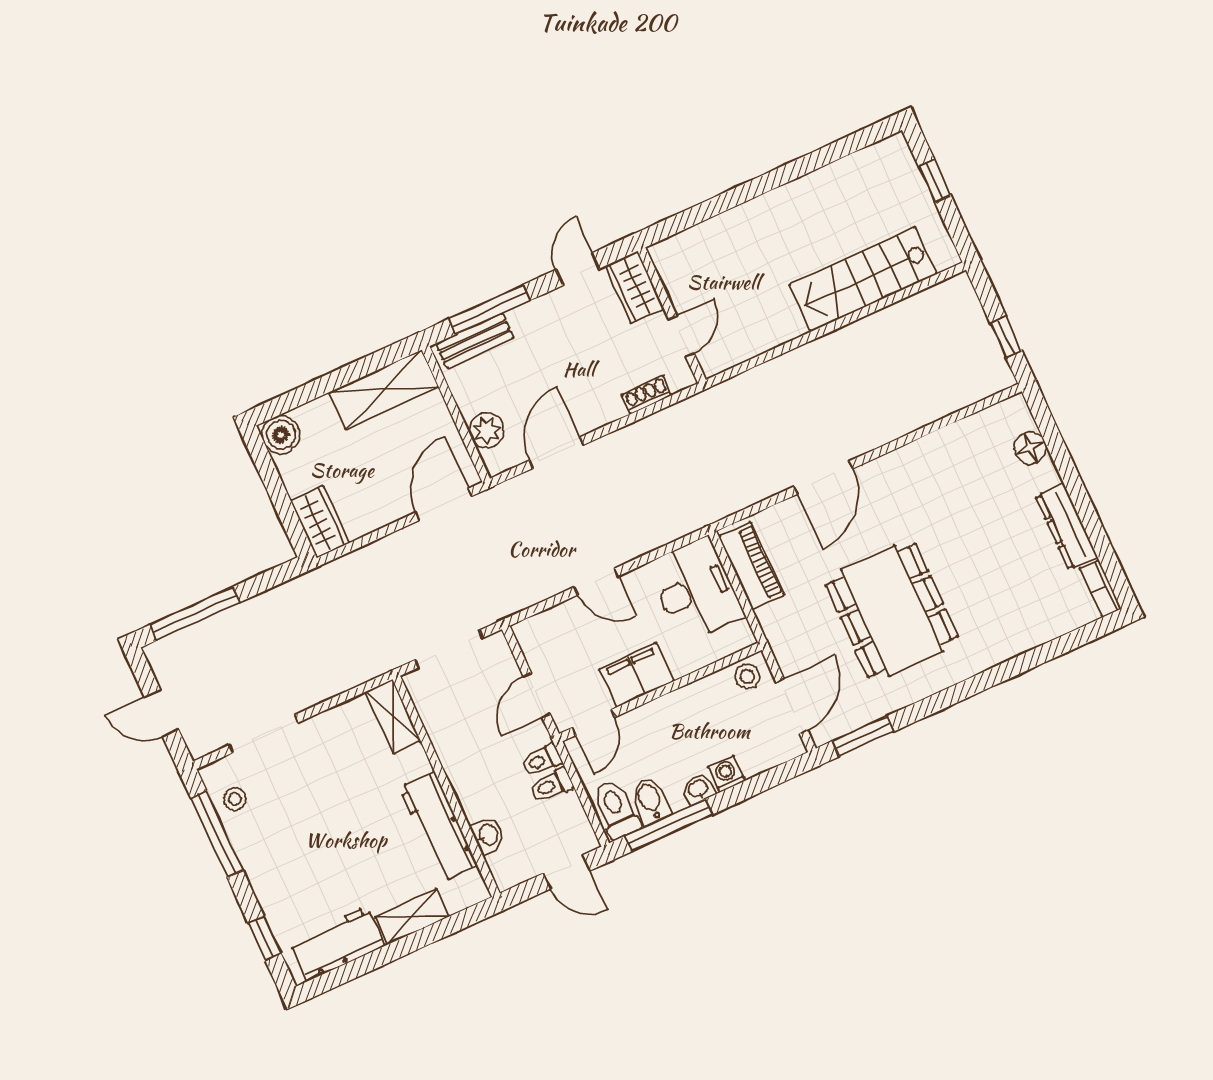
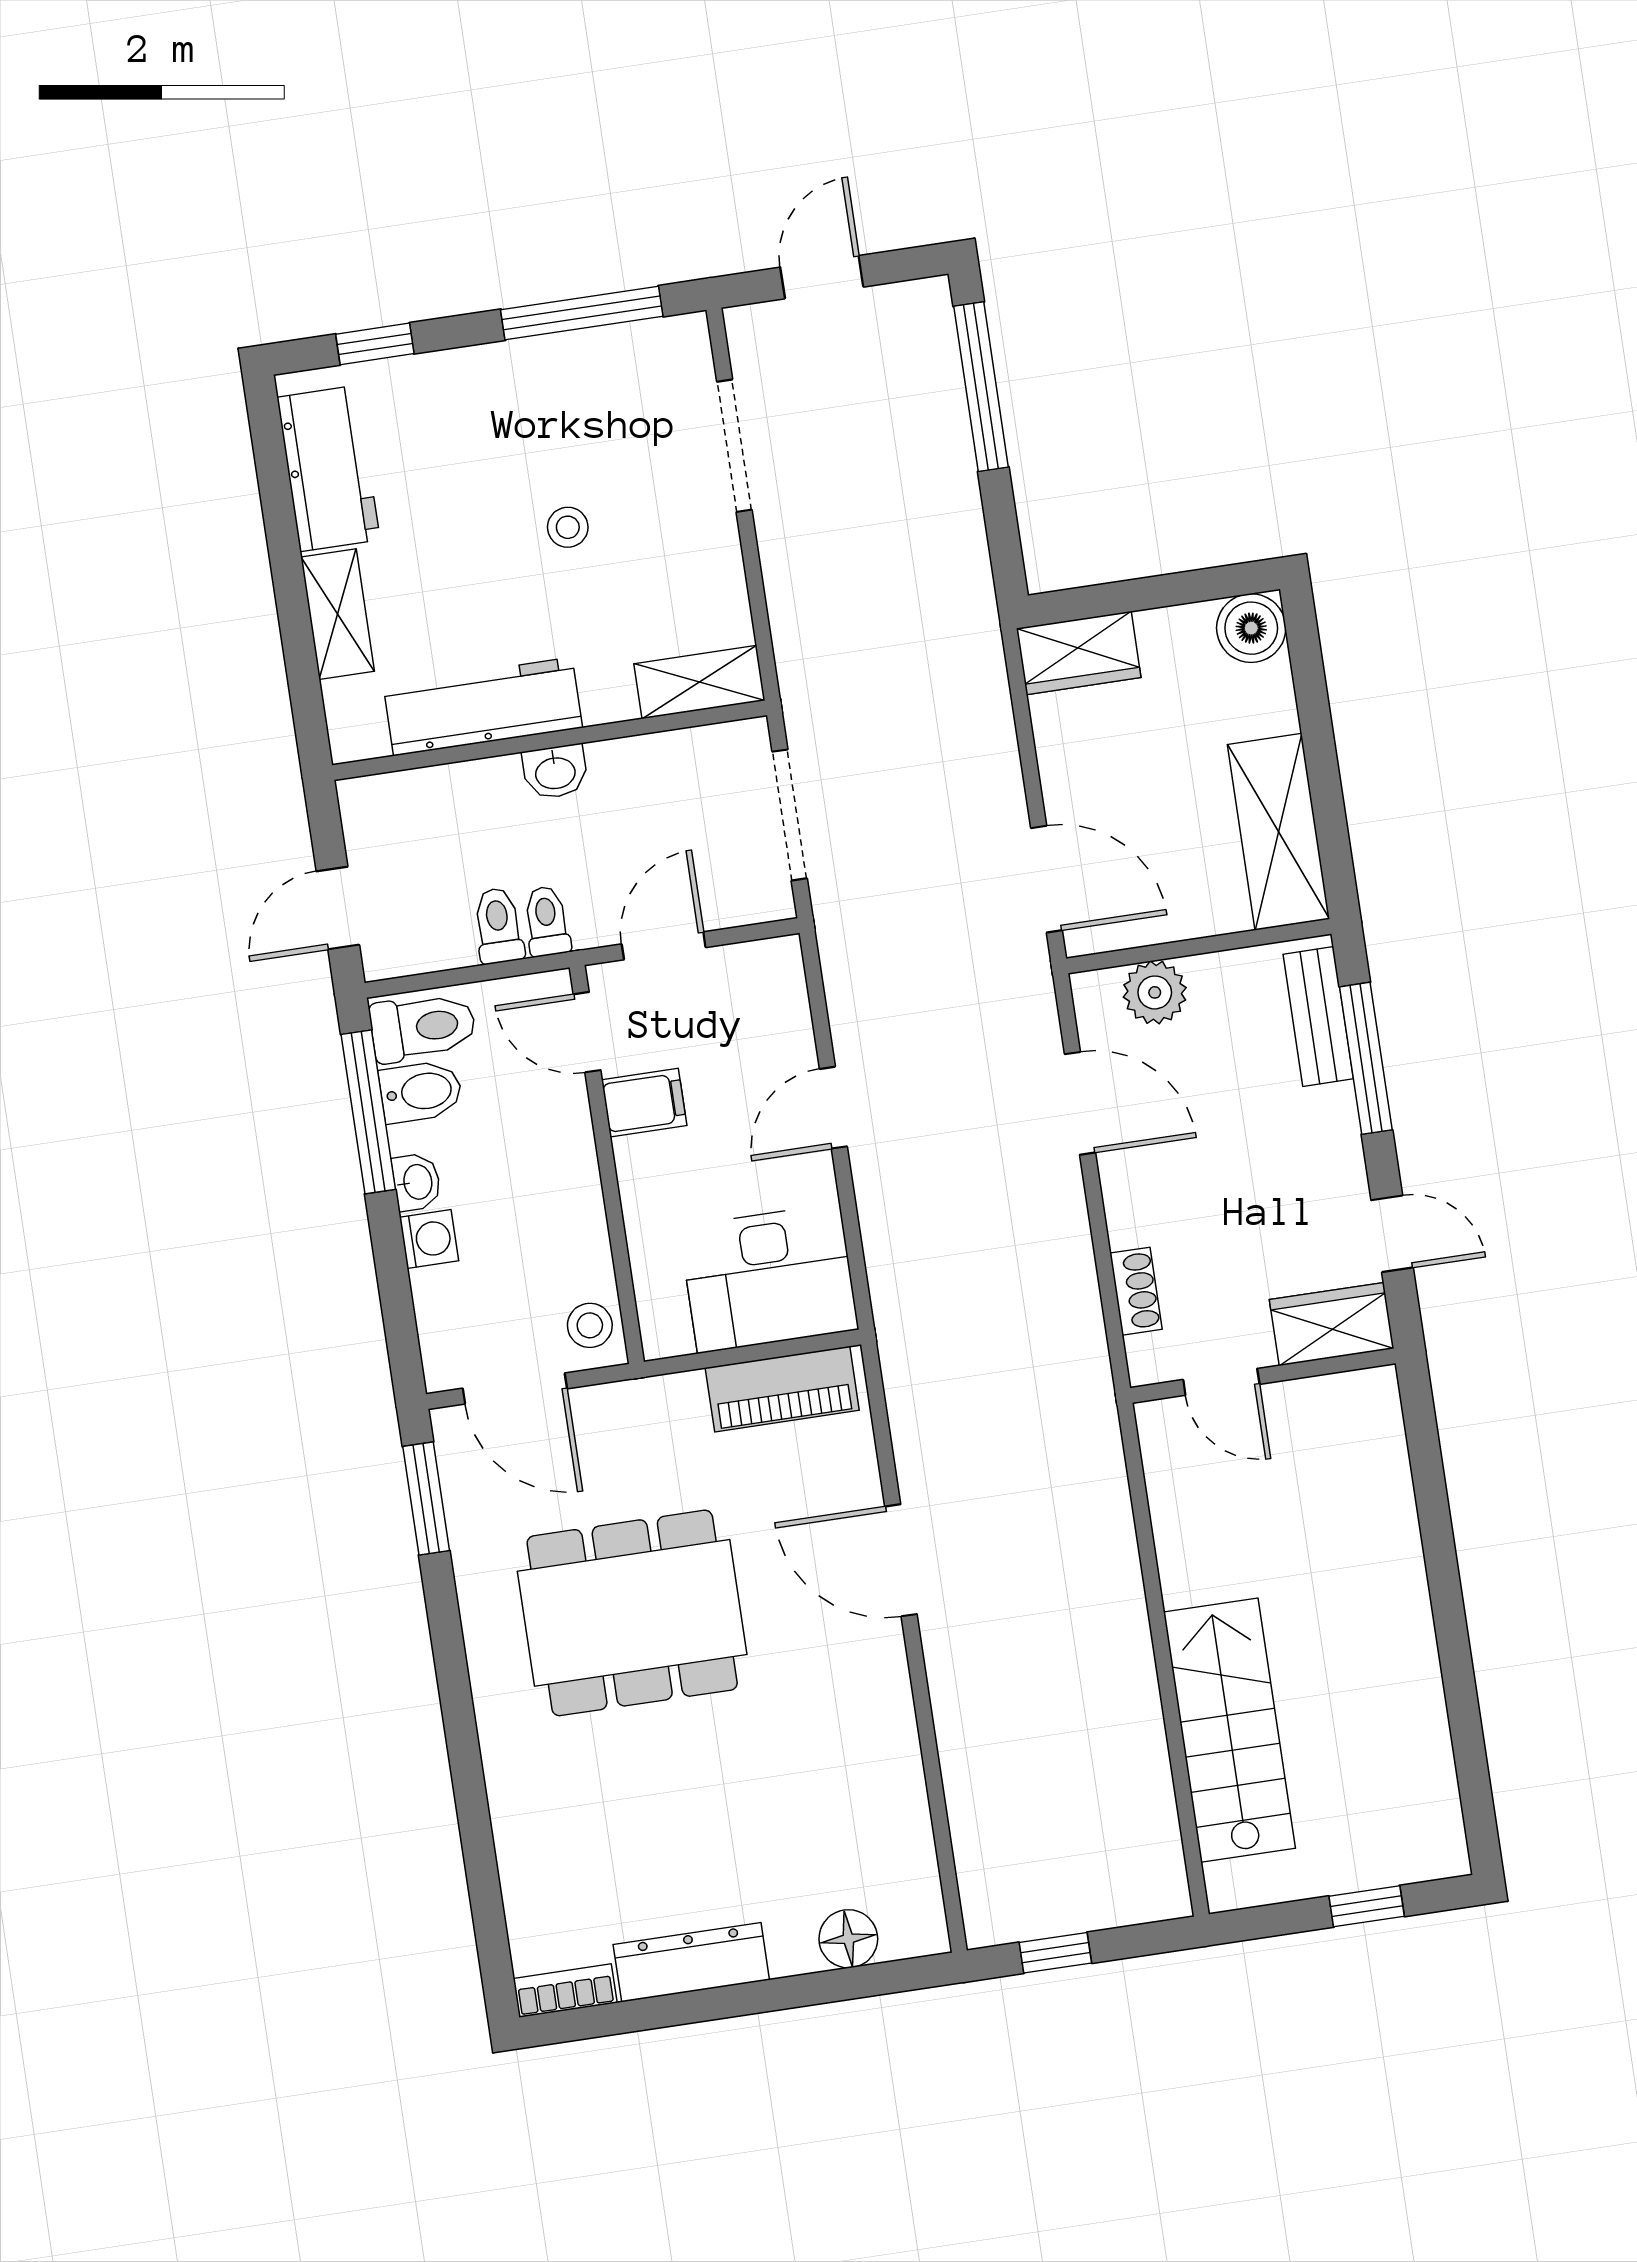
filing cabinet: (637, 675) -> (644, 1103), width x0.50
door: (537, 695) -> (664, 946), hinge flipped
stool: (235, 799) -> (568, 527), moved
washbasin: (488, 835) -> (555, 772), moved

